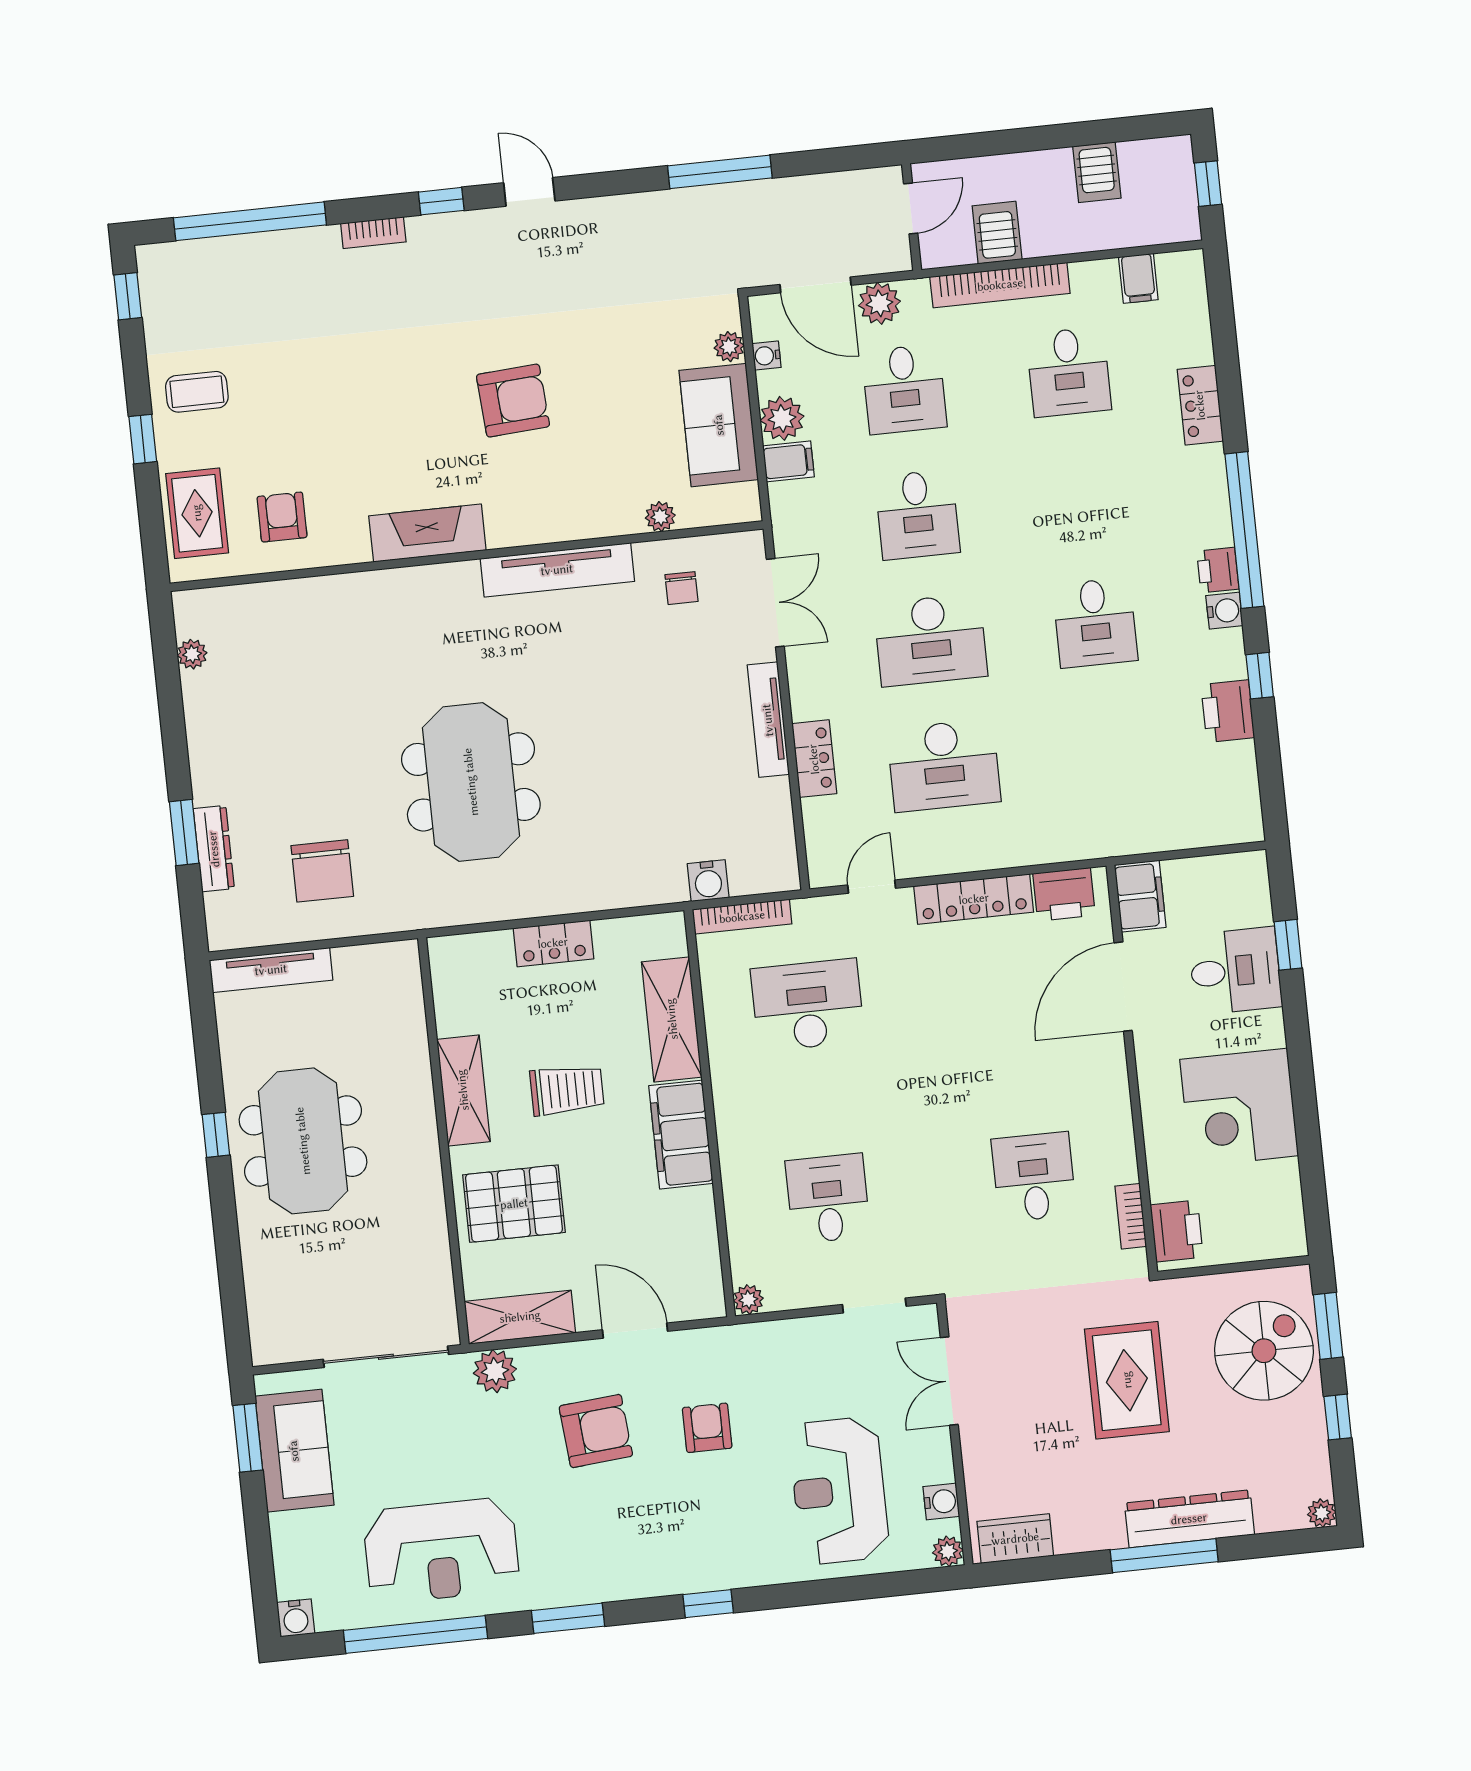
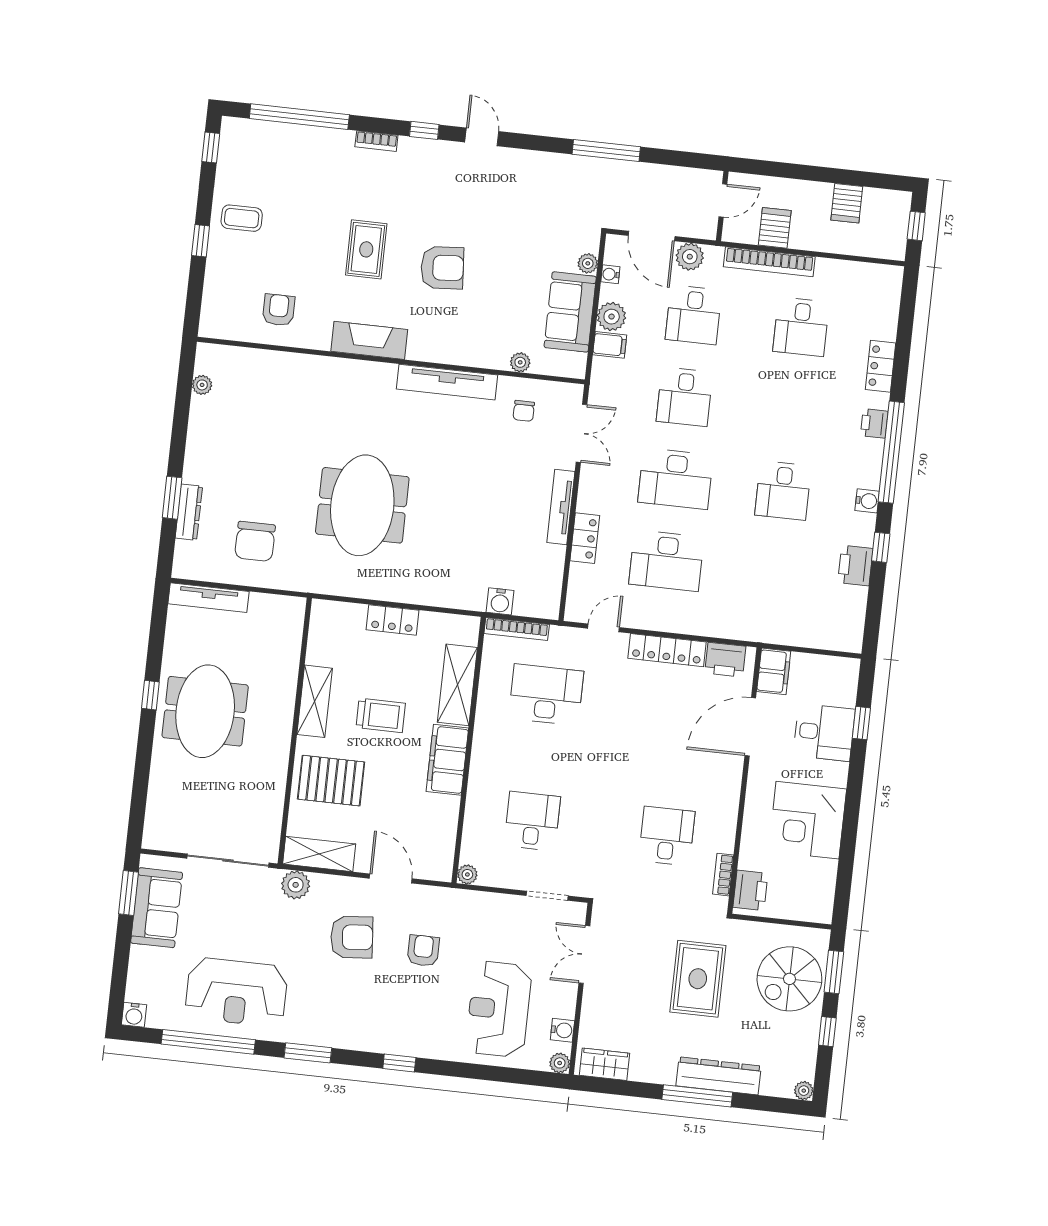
filing cabinet: (1138, 278) -> (859, 277), removed
rug: (197, 513) -> (366, 249), moved
printer: (1218, 570) -> (874, 423), moved
spiral stairs: (1264, 1351) -> (789, 979), turned 180

